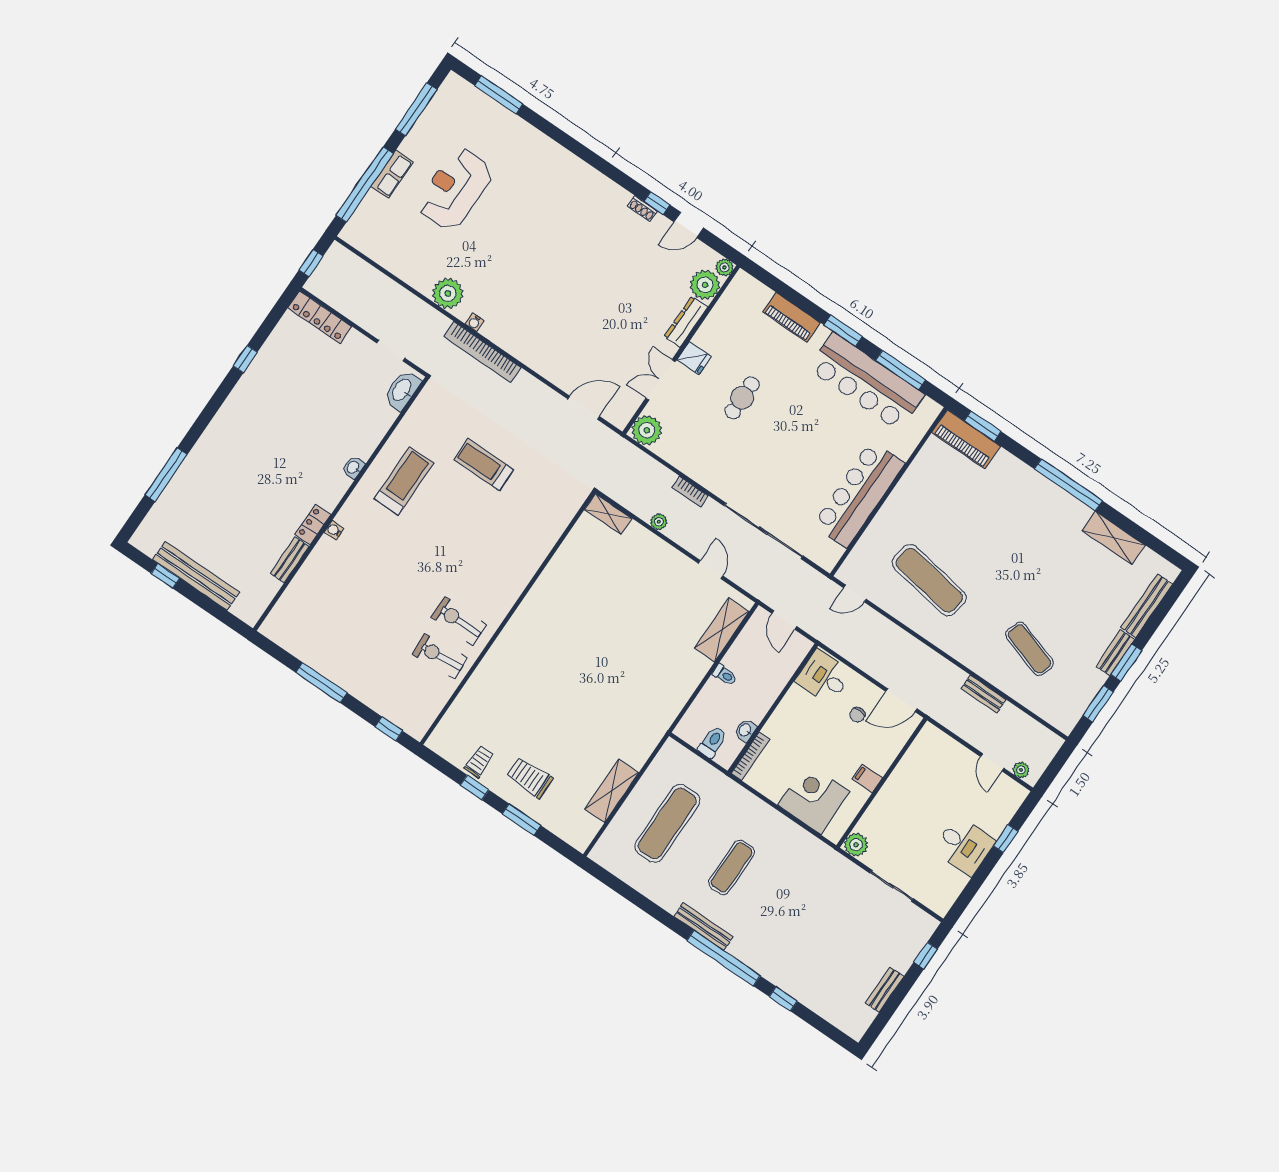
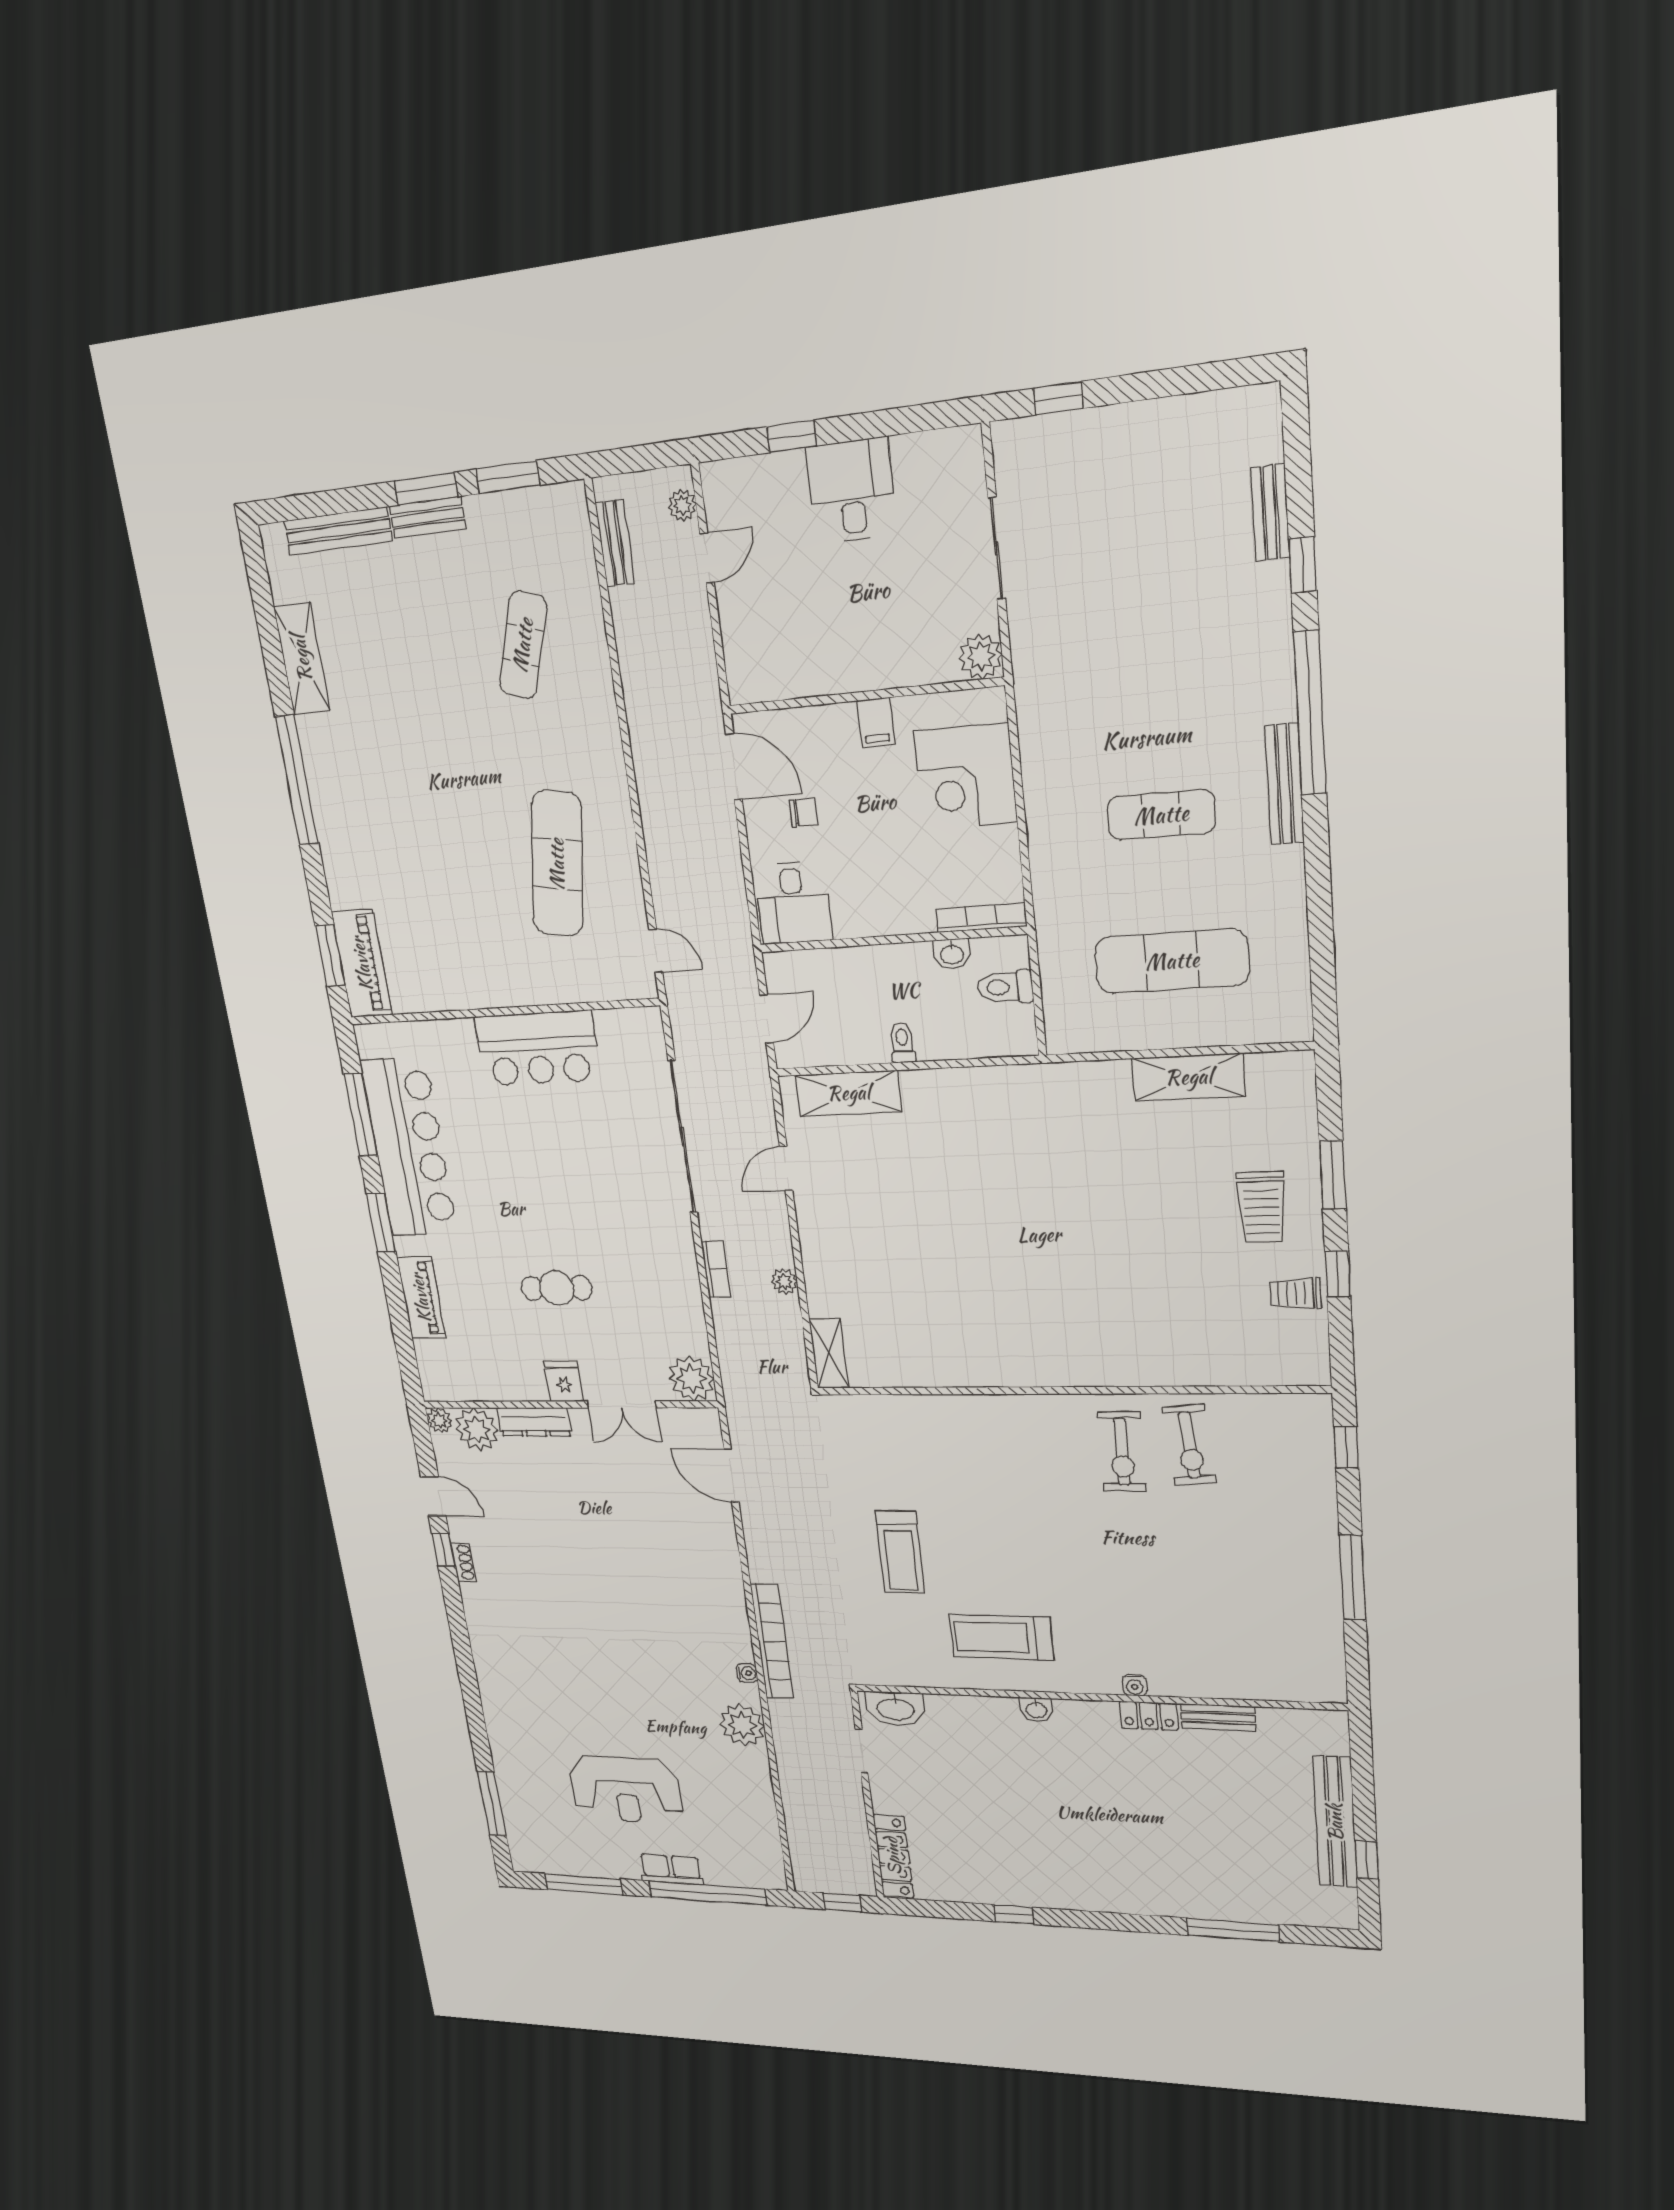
bar counter: (859, 494) -> (537, 1048), width x0.73
bench: (983, 694) -> (615, 543), moved
bench: (885, 990) -> (1270, 513), moved, turned 90

